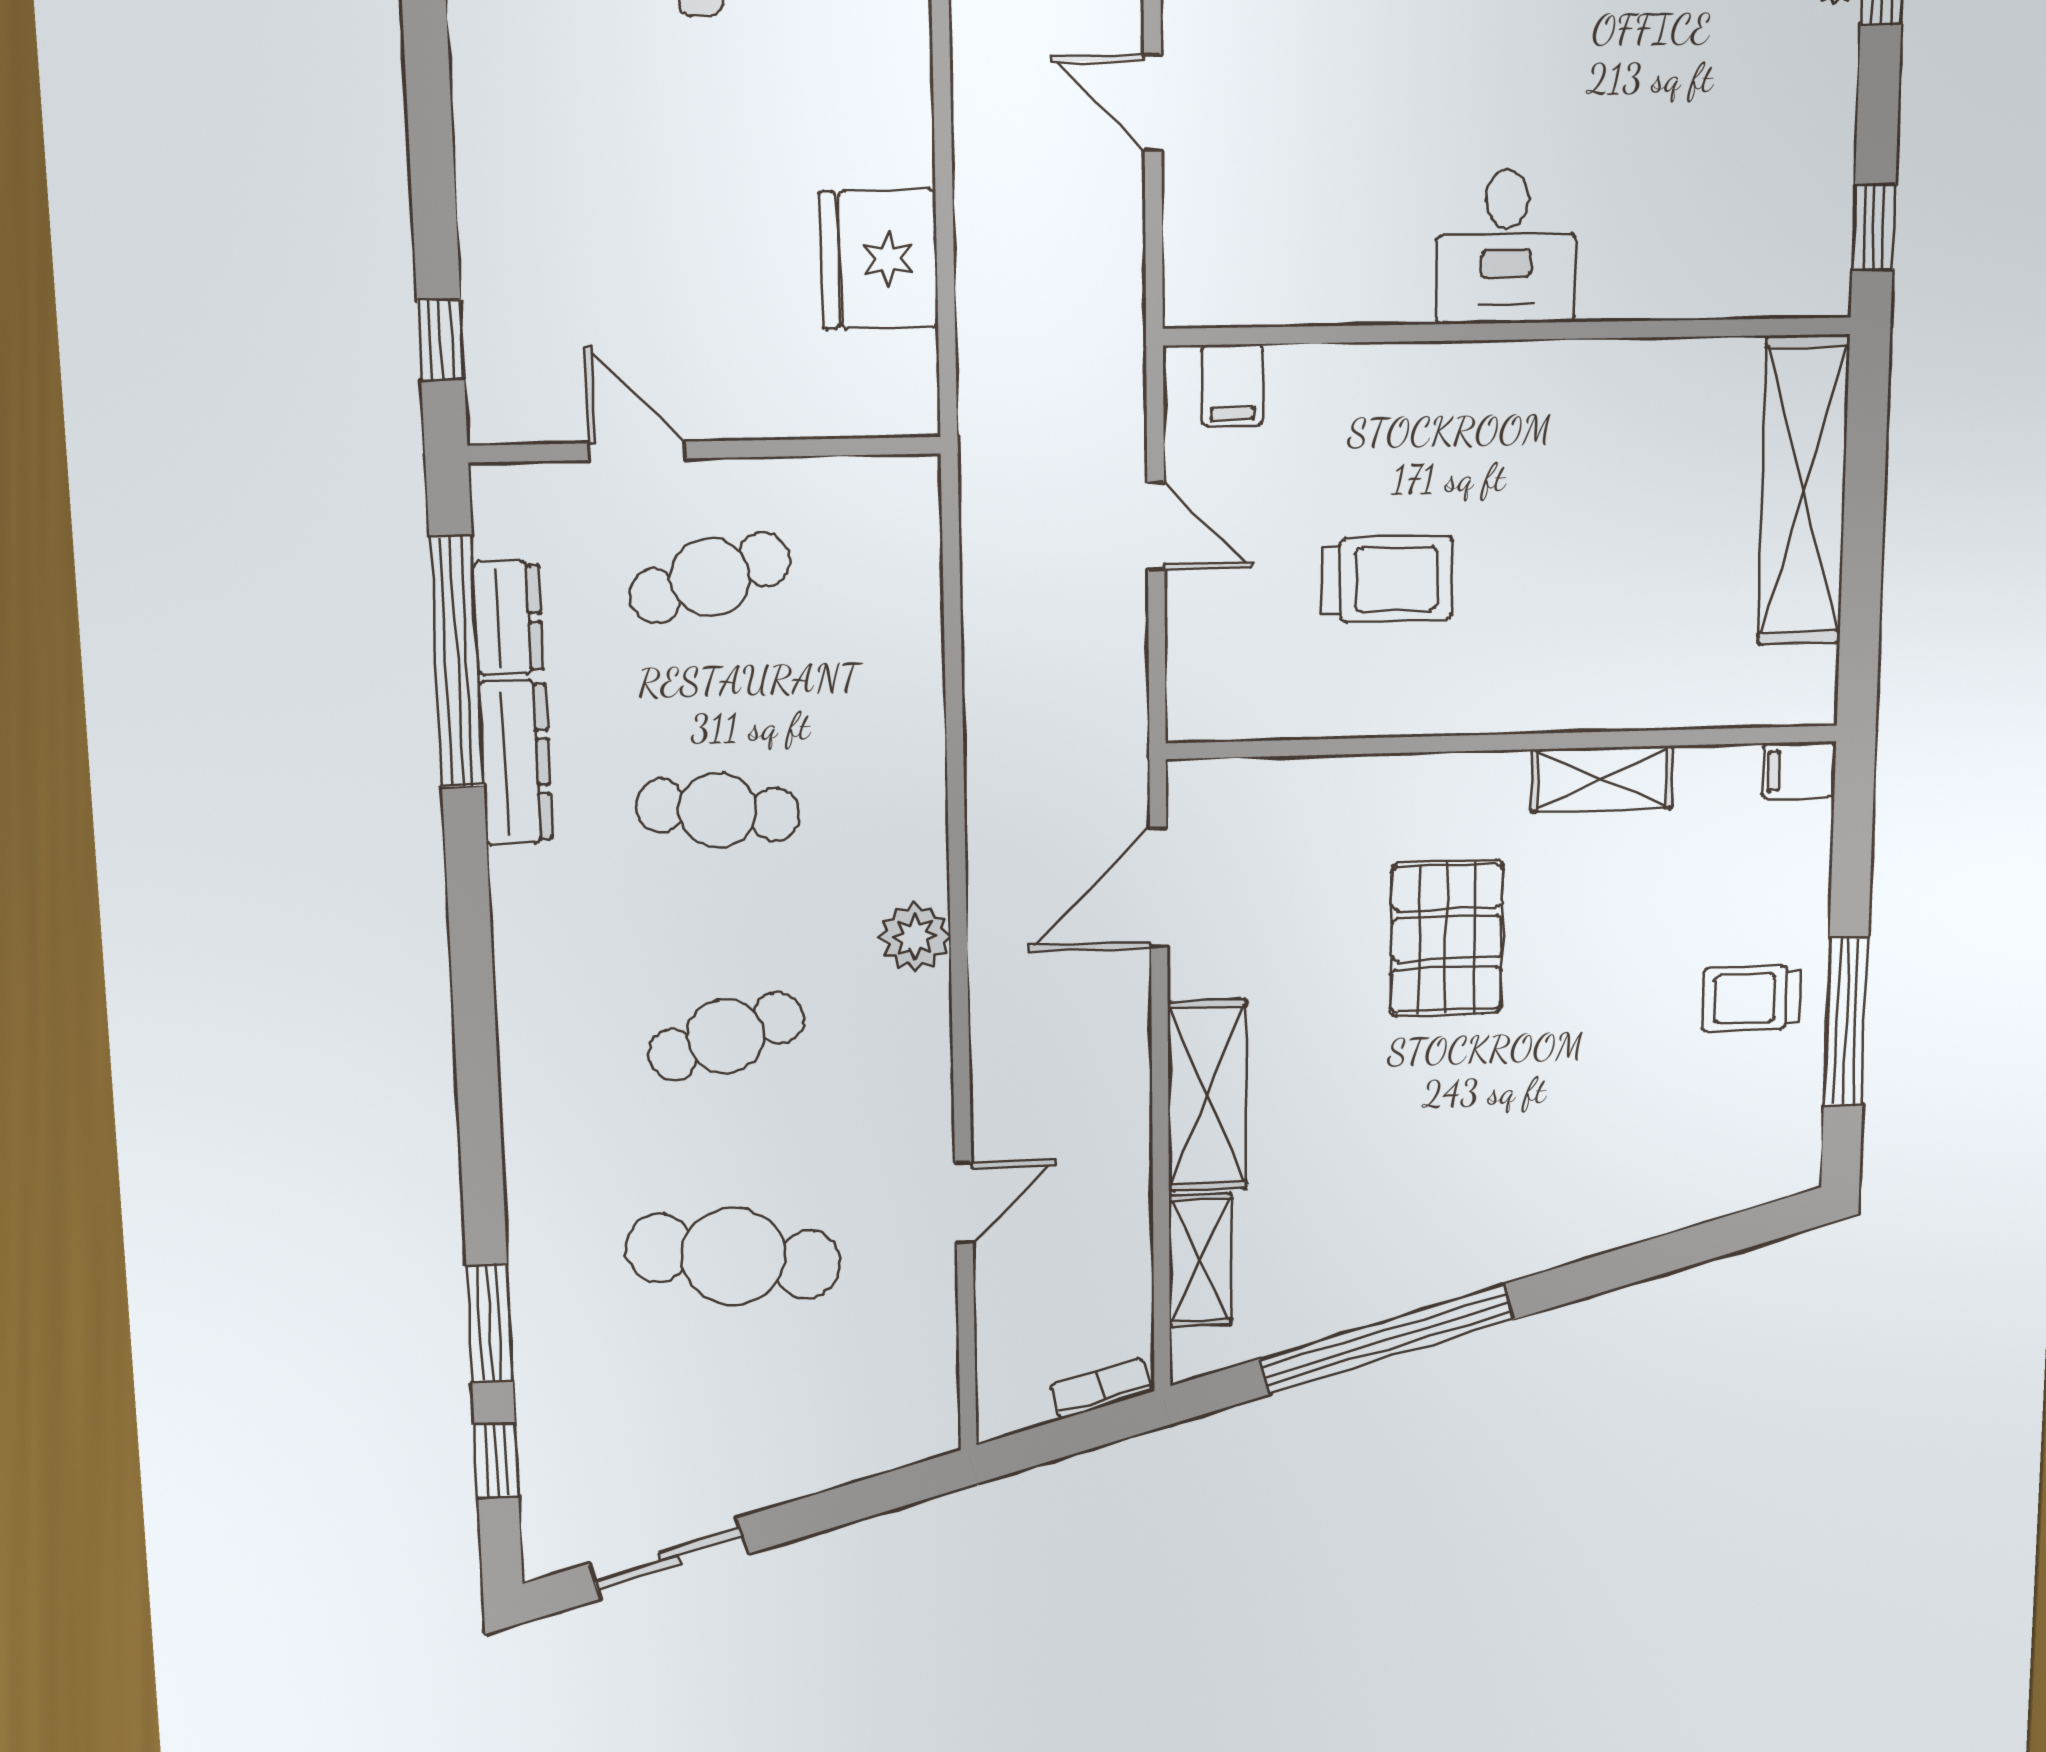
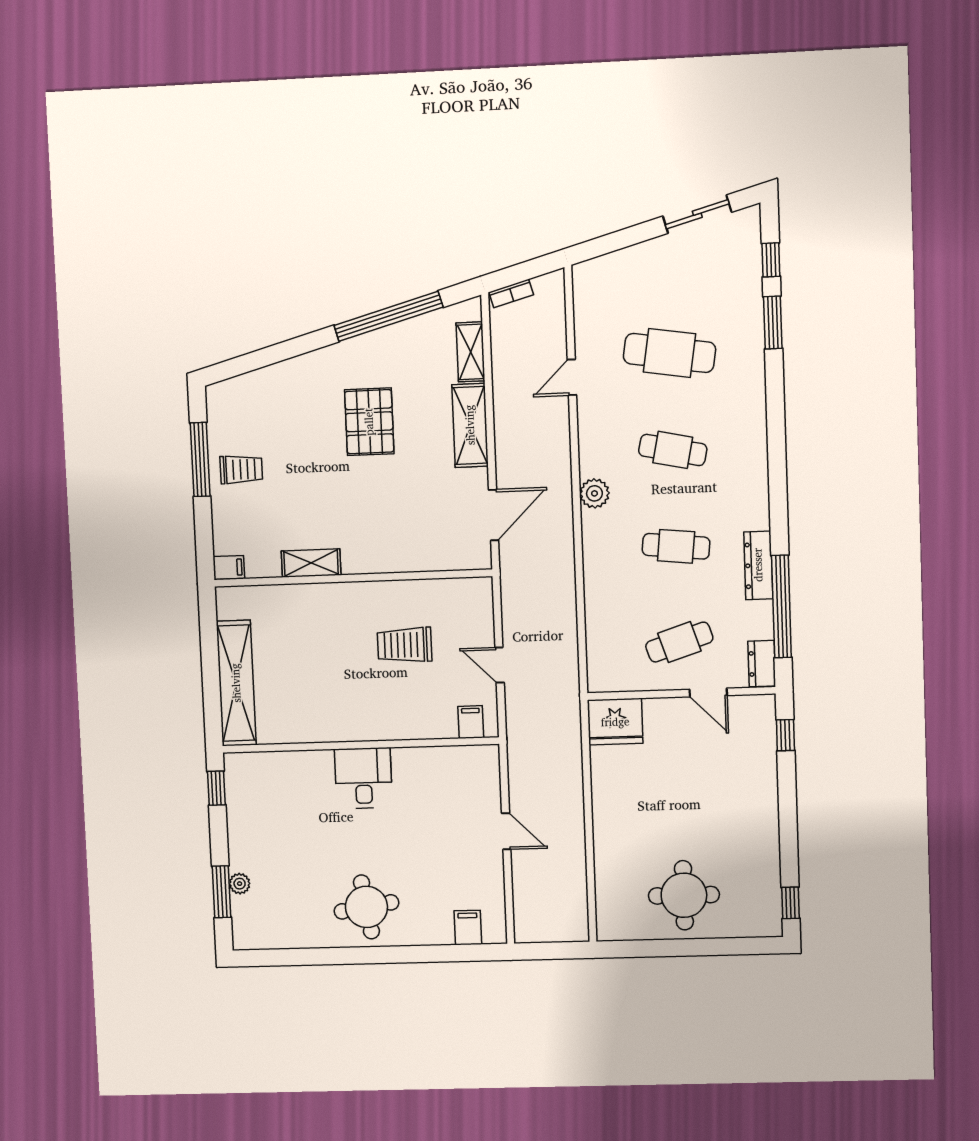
fridge: (879, 259) -> (615, 722), moved, turned 90
dresser: (508, 618) -> (762, 664), moved
pallet: (1447, 938) -> (369, 422), moved
cafe table: (726, 1036) -> (673, 450), turned 30

